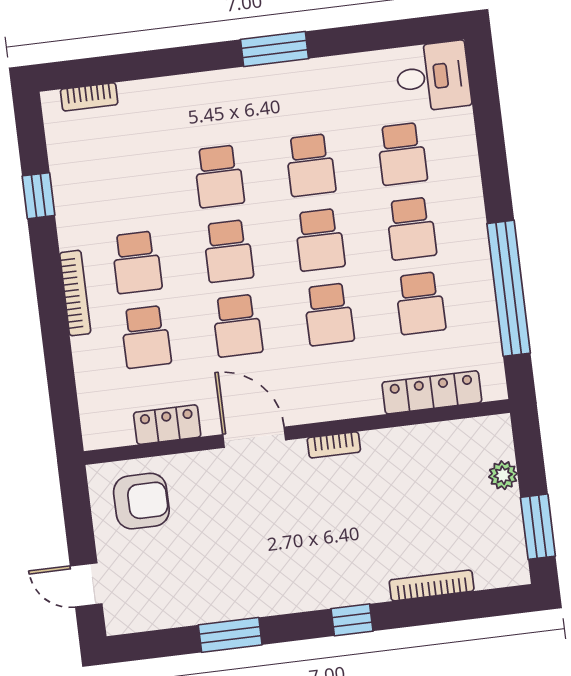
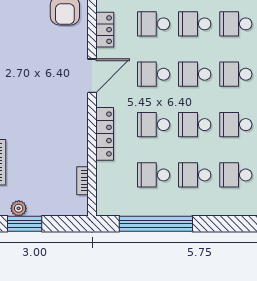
school desk: (128, 188) -> (236, 24), added
locker: (432, 392) -> (105, 134), moved
bookcase: (334, 445) -> (83, 181), moved
plant: (503, 475) -> (19, 208), moved

